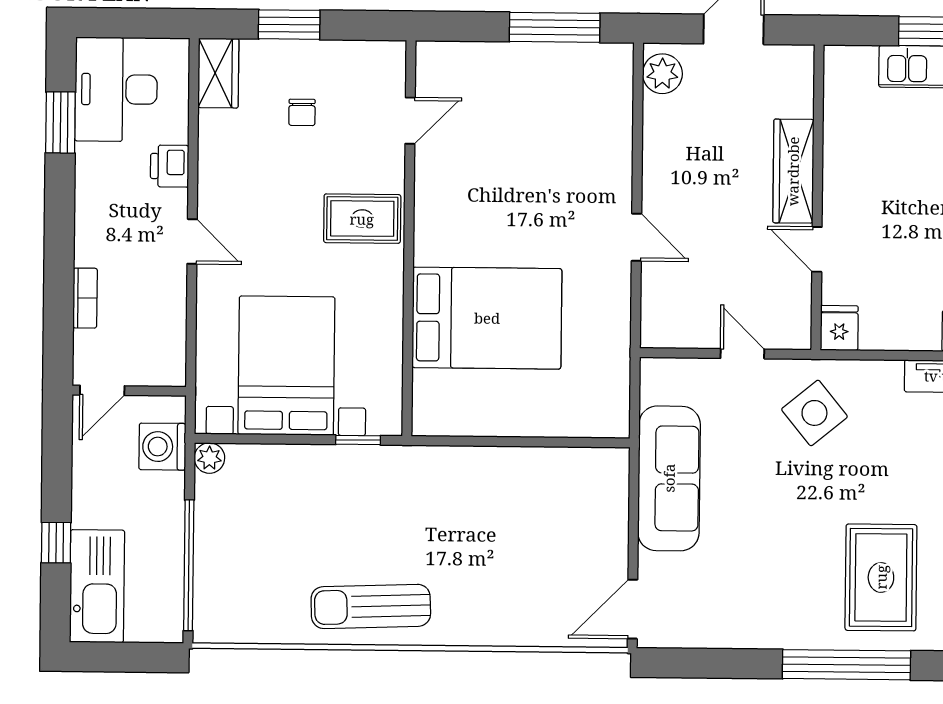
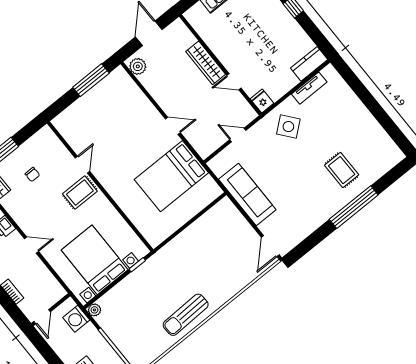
door: (410, 121) -> (82, 165), moved
bed: (487, 318) -> (171, 176), moved, turned 180
side table: (814, 413) -> (288, 127), moved
rug: (881, 577) -> (342, 170), width x0.73, depth x0.70

